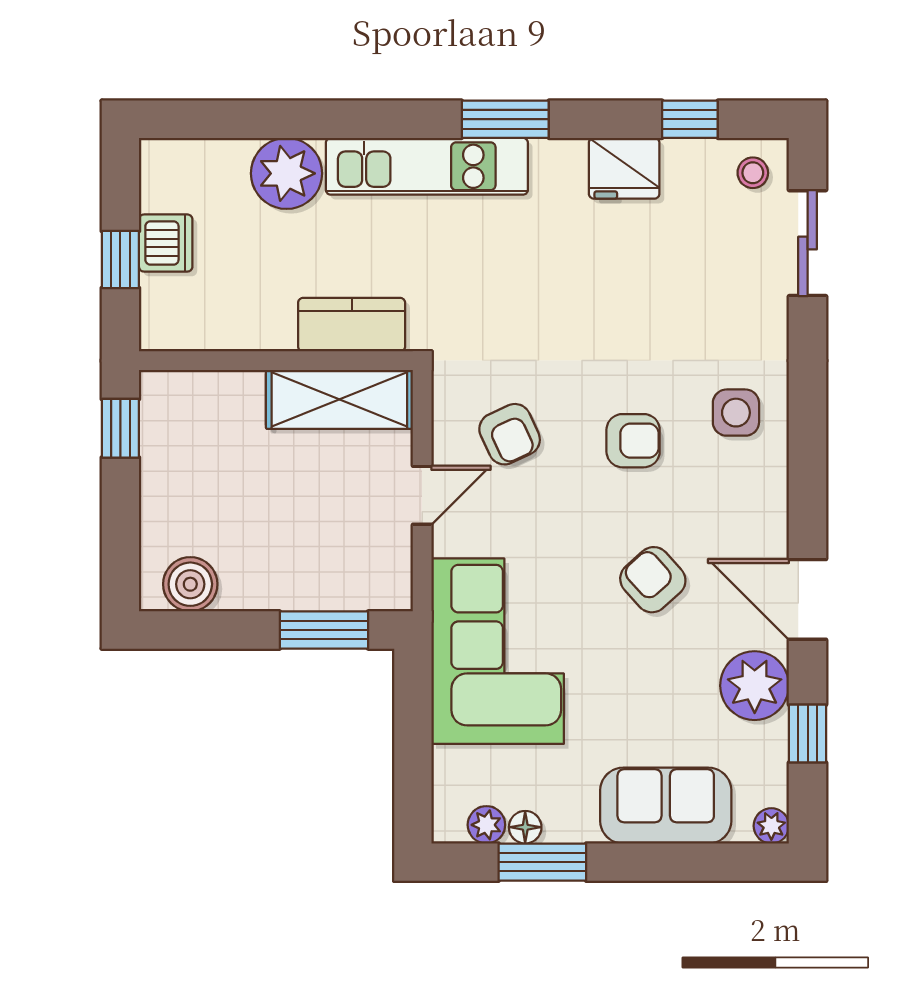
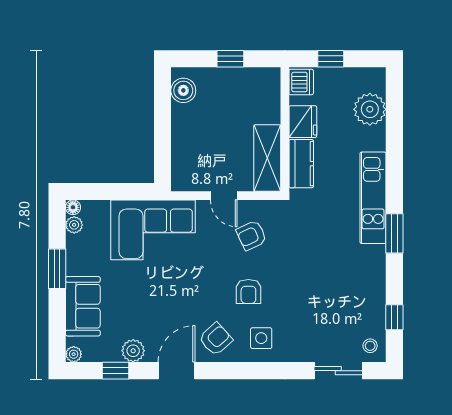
fridge: (624, 168) -> (303, 122), moved, turned 180
plant: (287, 173) -> (370, 109), moved
dishwasher: (166, 243) -> (301, 82), moved, turned -90
window: (120, 428) -> (230, 59), moved
armchair: (653, 580) -> (216, 339), moved
window: (324, 630) -> (163, 151), removed
plant: (755, 686) -> (133, 351), width x0.73, depth x0.73
floor lamp: (525, 827) -> (73, 207), moved
window: (542, 862) -> (57, 269), moved

